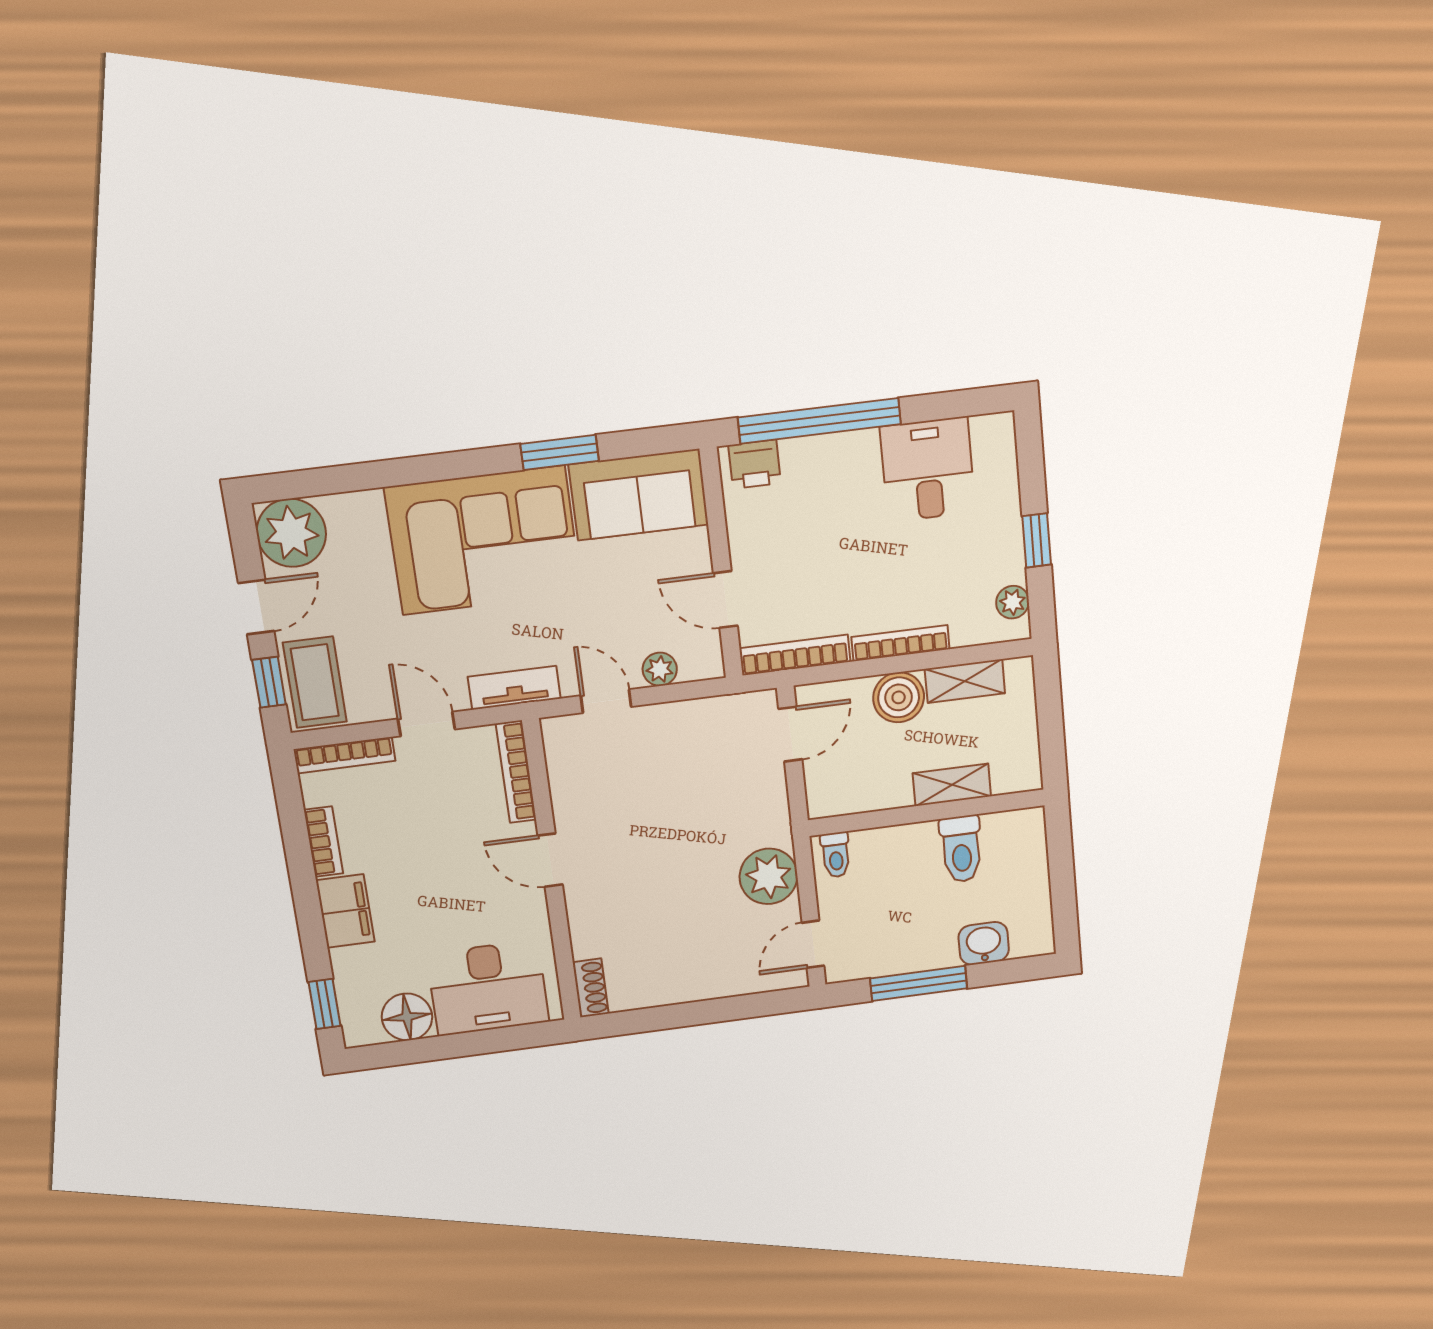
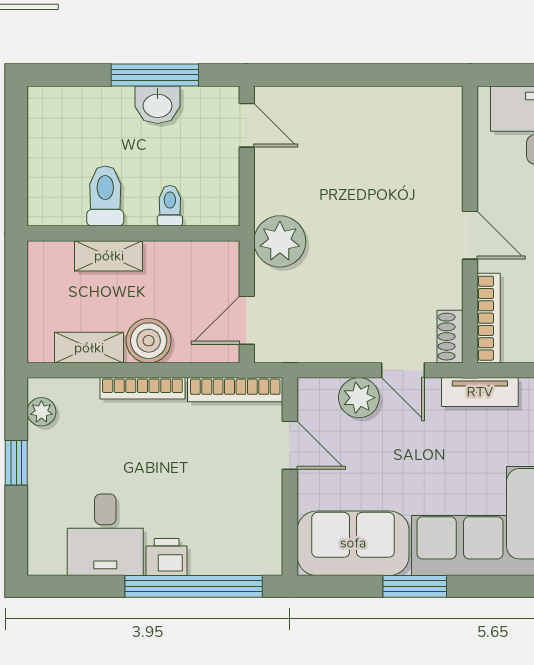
printer: (755, 464) -> (167, 557), moved
plant: (660, 669) -> (359, 398), width x1.38, depth x1.38
toilet: (836, 855) -> (170, 206), moved
plant: (769, 876) -> (280, 241), moved
washbasin: (984, 943) -> (158, 105), moved
door: (813, 944) -> (247, 125), hinge flipped
shoe rack: (591, 988) -> (450, 337), moved

